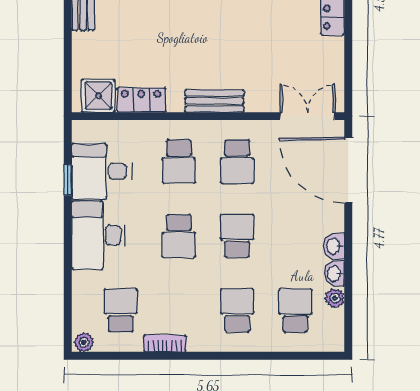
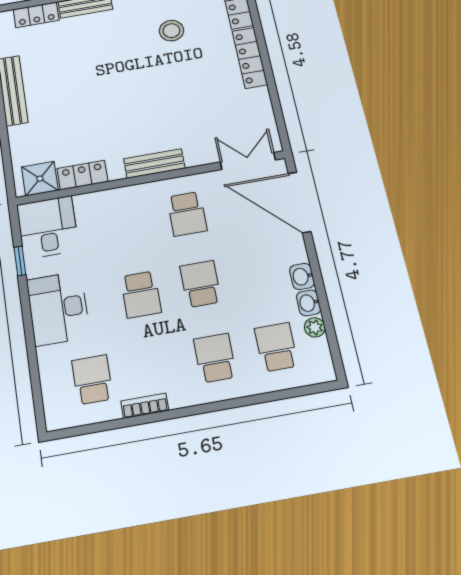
school desk: (179, 161) -> (129, 224), removed
desk: (101, 171) -> (48, 227), moved, turned 90
plant: (84, 342) -> (58, 420), removed

